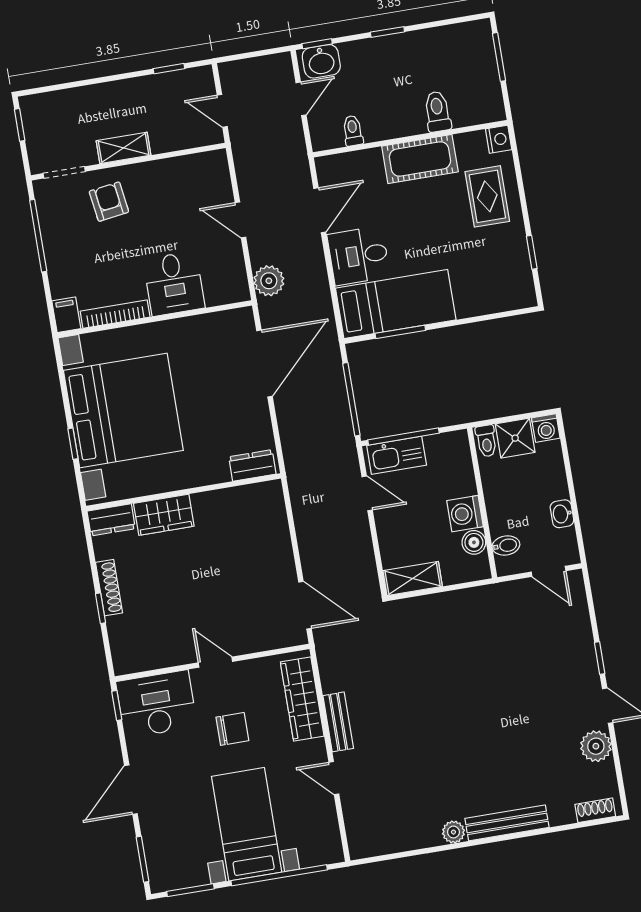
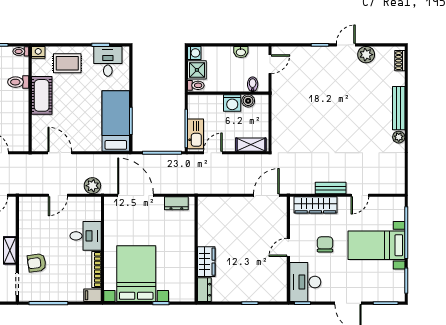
toilet: (353, 131) -> (21, 51), moved
desk: (359, 256) -> (108, 61), moved, turned 180
bed with nightstands: (123, 410) -> (136, 274), width x0.73
dresser: (252, 465) -> (176, 203), moved, turned -90
shelving: (413, 579) -> (251, 145), moved, turned 90
shoe rack: (109, 588) -> (240, 297), removed

